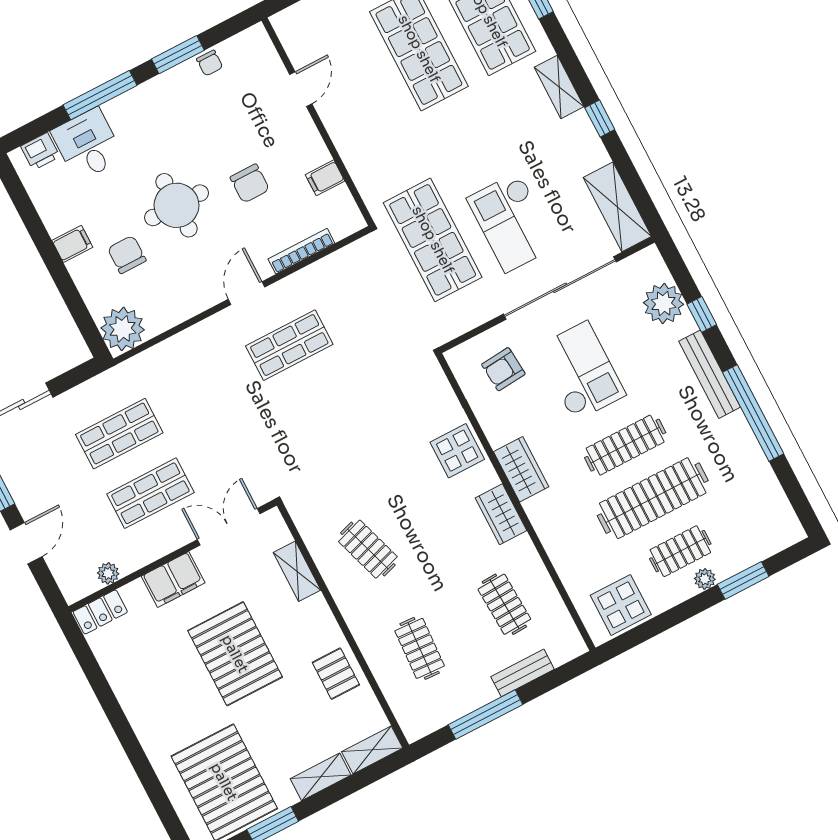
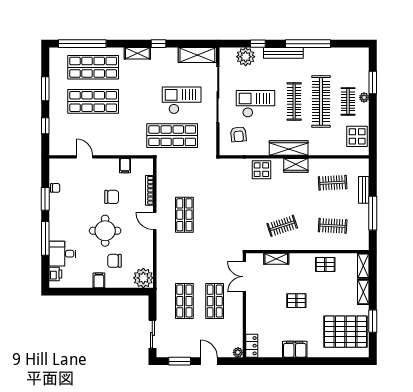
checkout: (512, 222) -> (182, 100), turned 180
wardrobe: (521, 469) -> (289, 148), width x1.50
plant: (108, 573) -> (238, 352), moved
filing cabinet: (173, 579) -> (295, 349), moved, turned -90
pallet: (235, 654) -> (296, 301), width x0.49, depth x0.50

